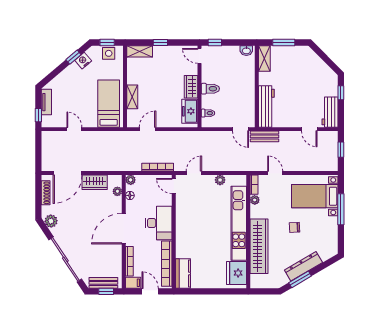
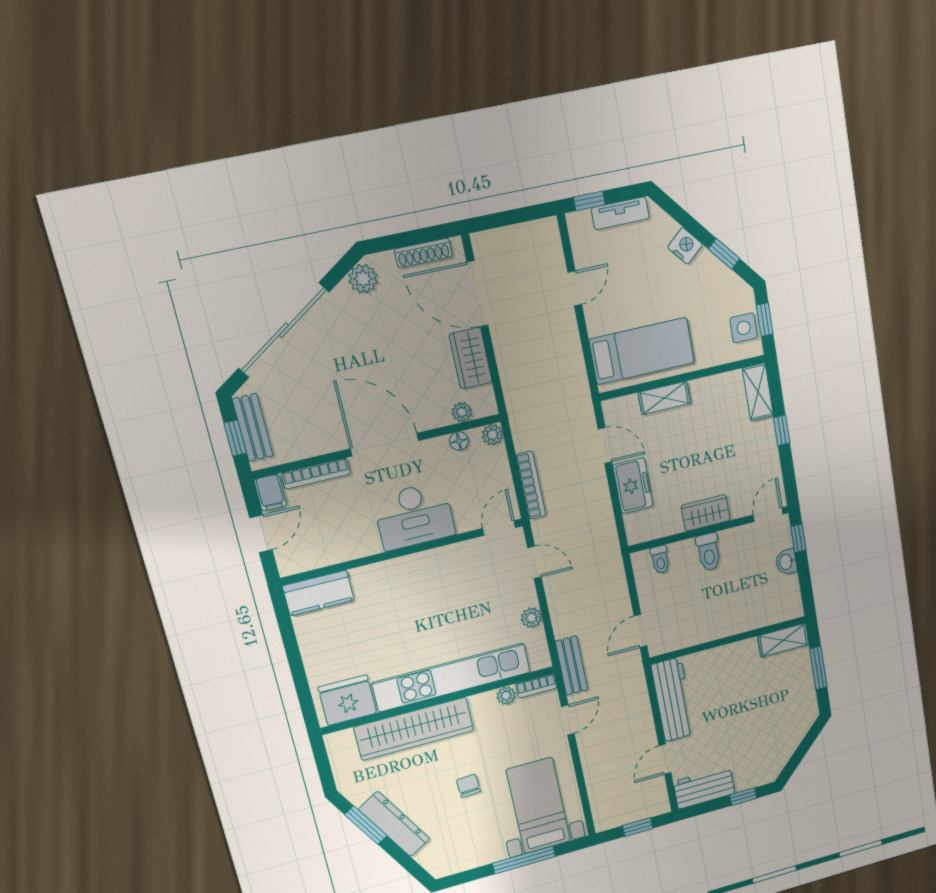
washbasin: (246, 51) -> (786, 562), moved
nightstand: (83, 61) -> (685, 246), moved
workbench: (266, 107) -> (673, 699), moved, turned -90
freezer: (190, 111) -> (633, 486), moved, turned 90
bench: (265, 136) -> (571, 665), moved
bookcase: (167, 264) -> (331, 554), removed

